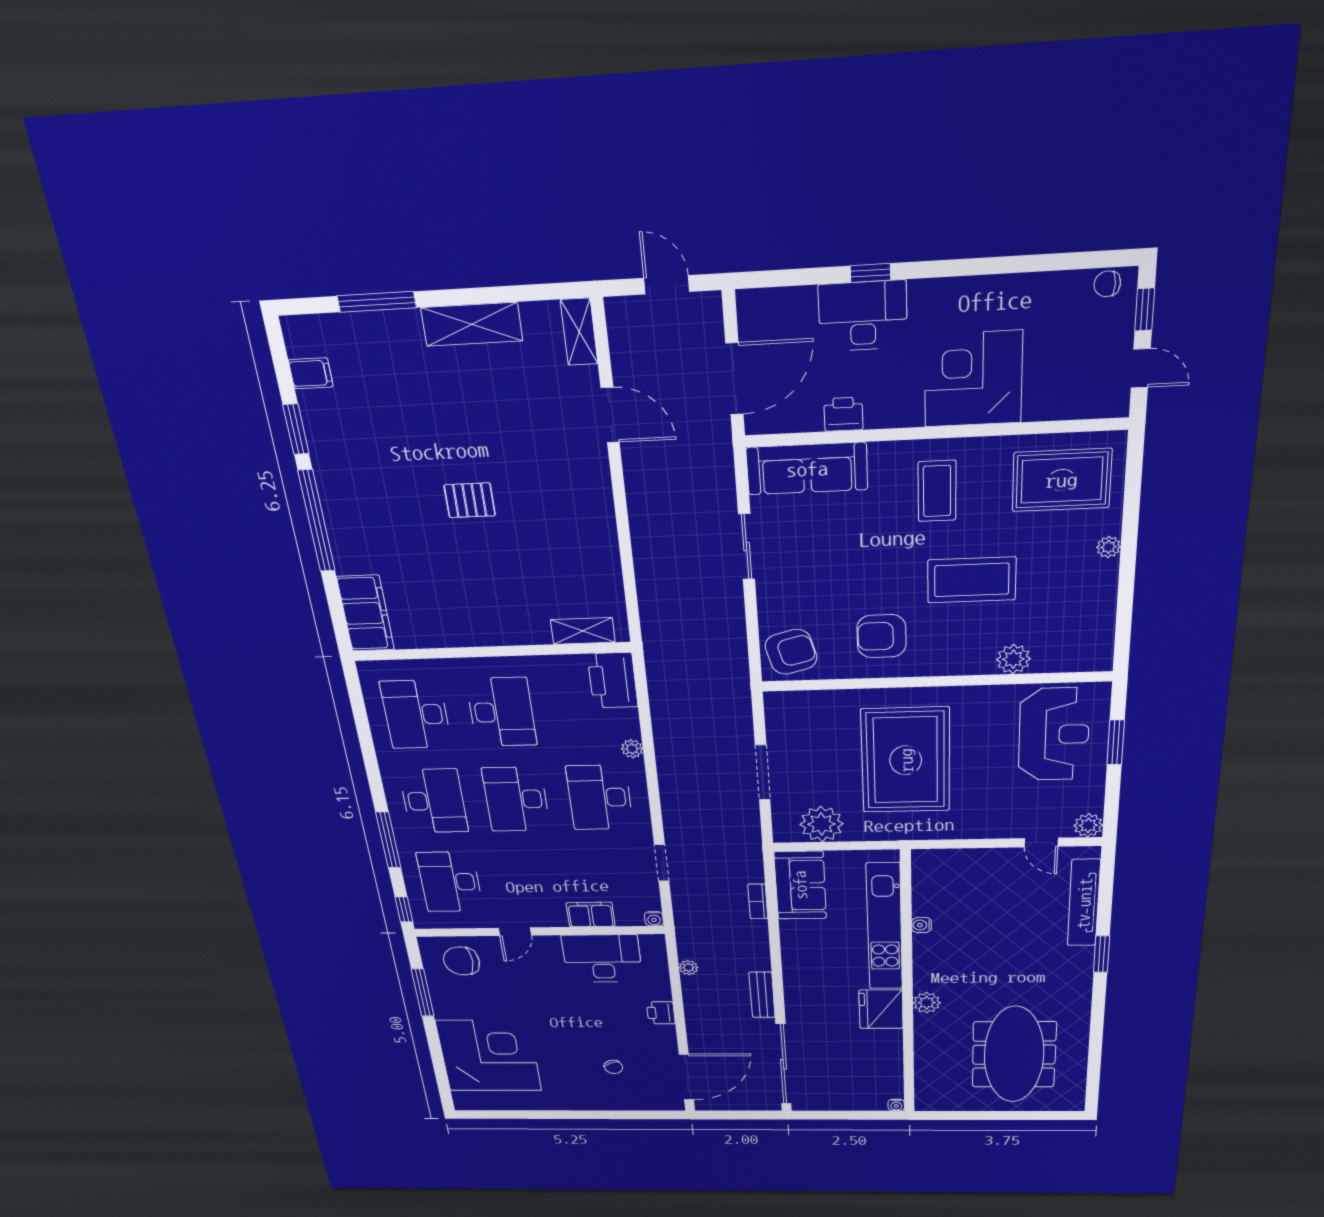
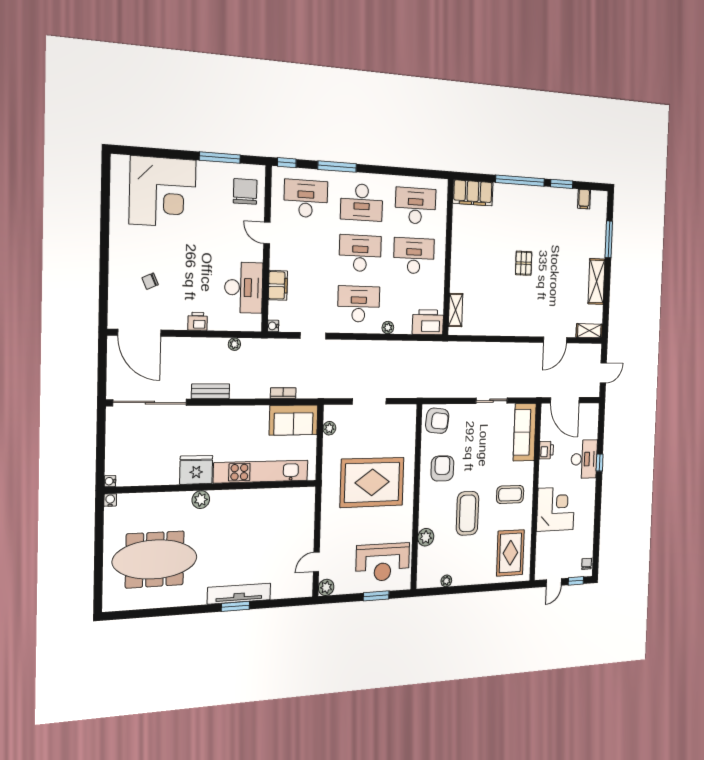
plant: (1109, 547) -> (446, 581), moved
armchair: (791, 652) -> (437, 421), turned -69
desk: (501, 712) -> (414, 256), turned 180
plant: (821, 824) -> (329, 428), width x0.53, depth x0.53
tv unit: (1084, 903) -> (239, 594), moved
water cooler: (921, 925) -> (110, 500), moved

